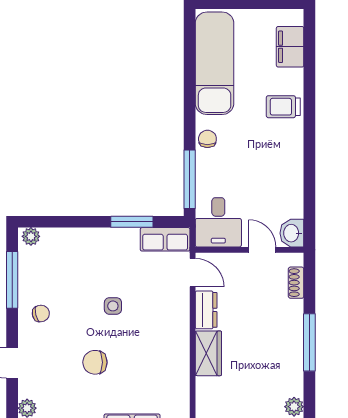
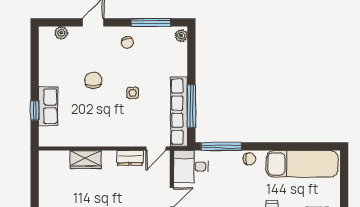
window: (132, 222) -> (191, 106), width x1.44
row of seats: (165, 239) -> (179, 112), width x2.02
wardrobe: (208, 353) -> (86, 160), moved

